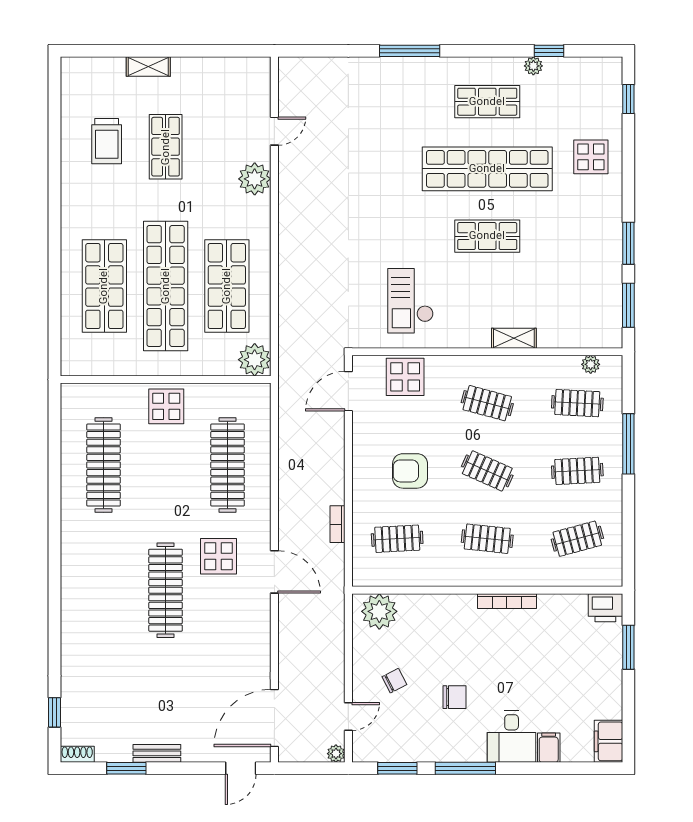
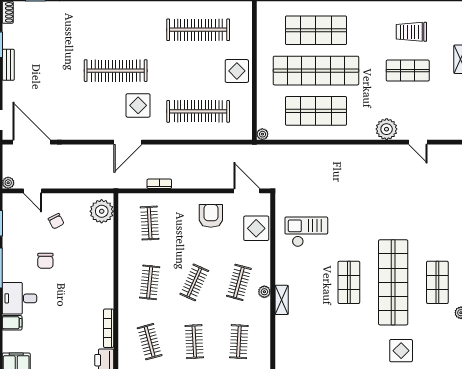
plant: (255, 360) -> (262, 134), width x0.53, depth x0.53
plant: (591, 364) -> (264, 292), moved
armchair: (410, 471) -> (211, 216), moved
bookcase: (507, 601) -> (109, 328), moved

